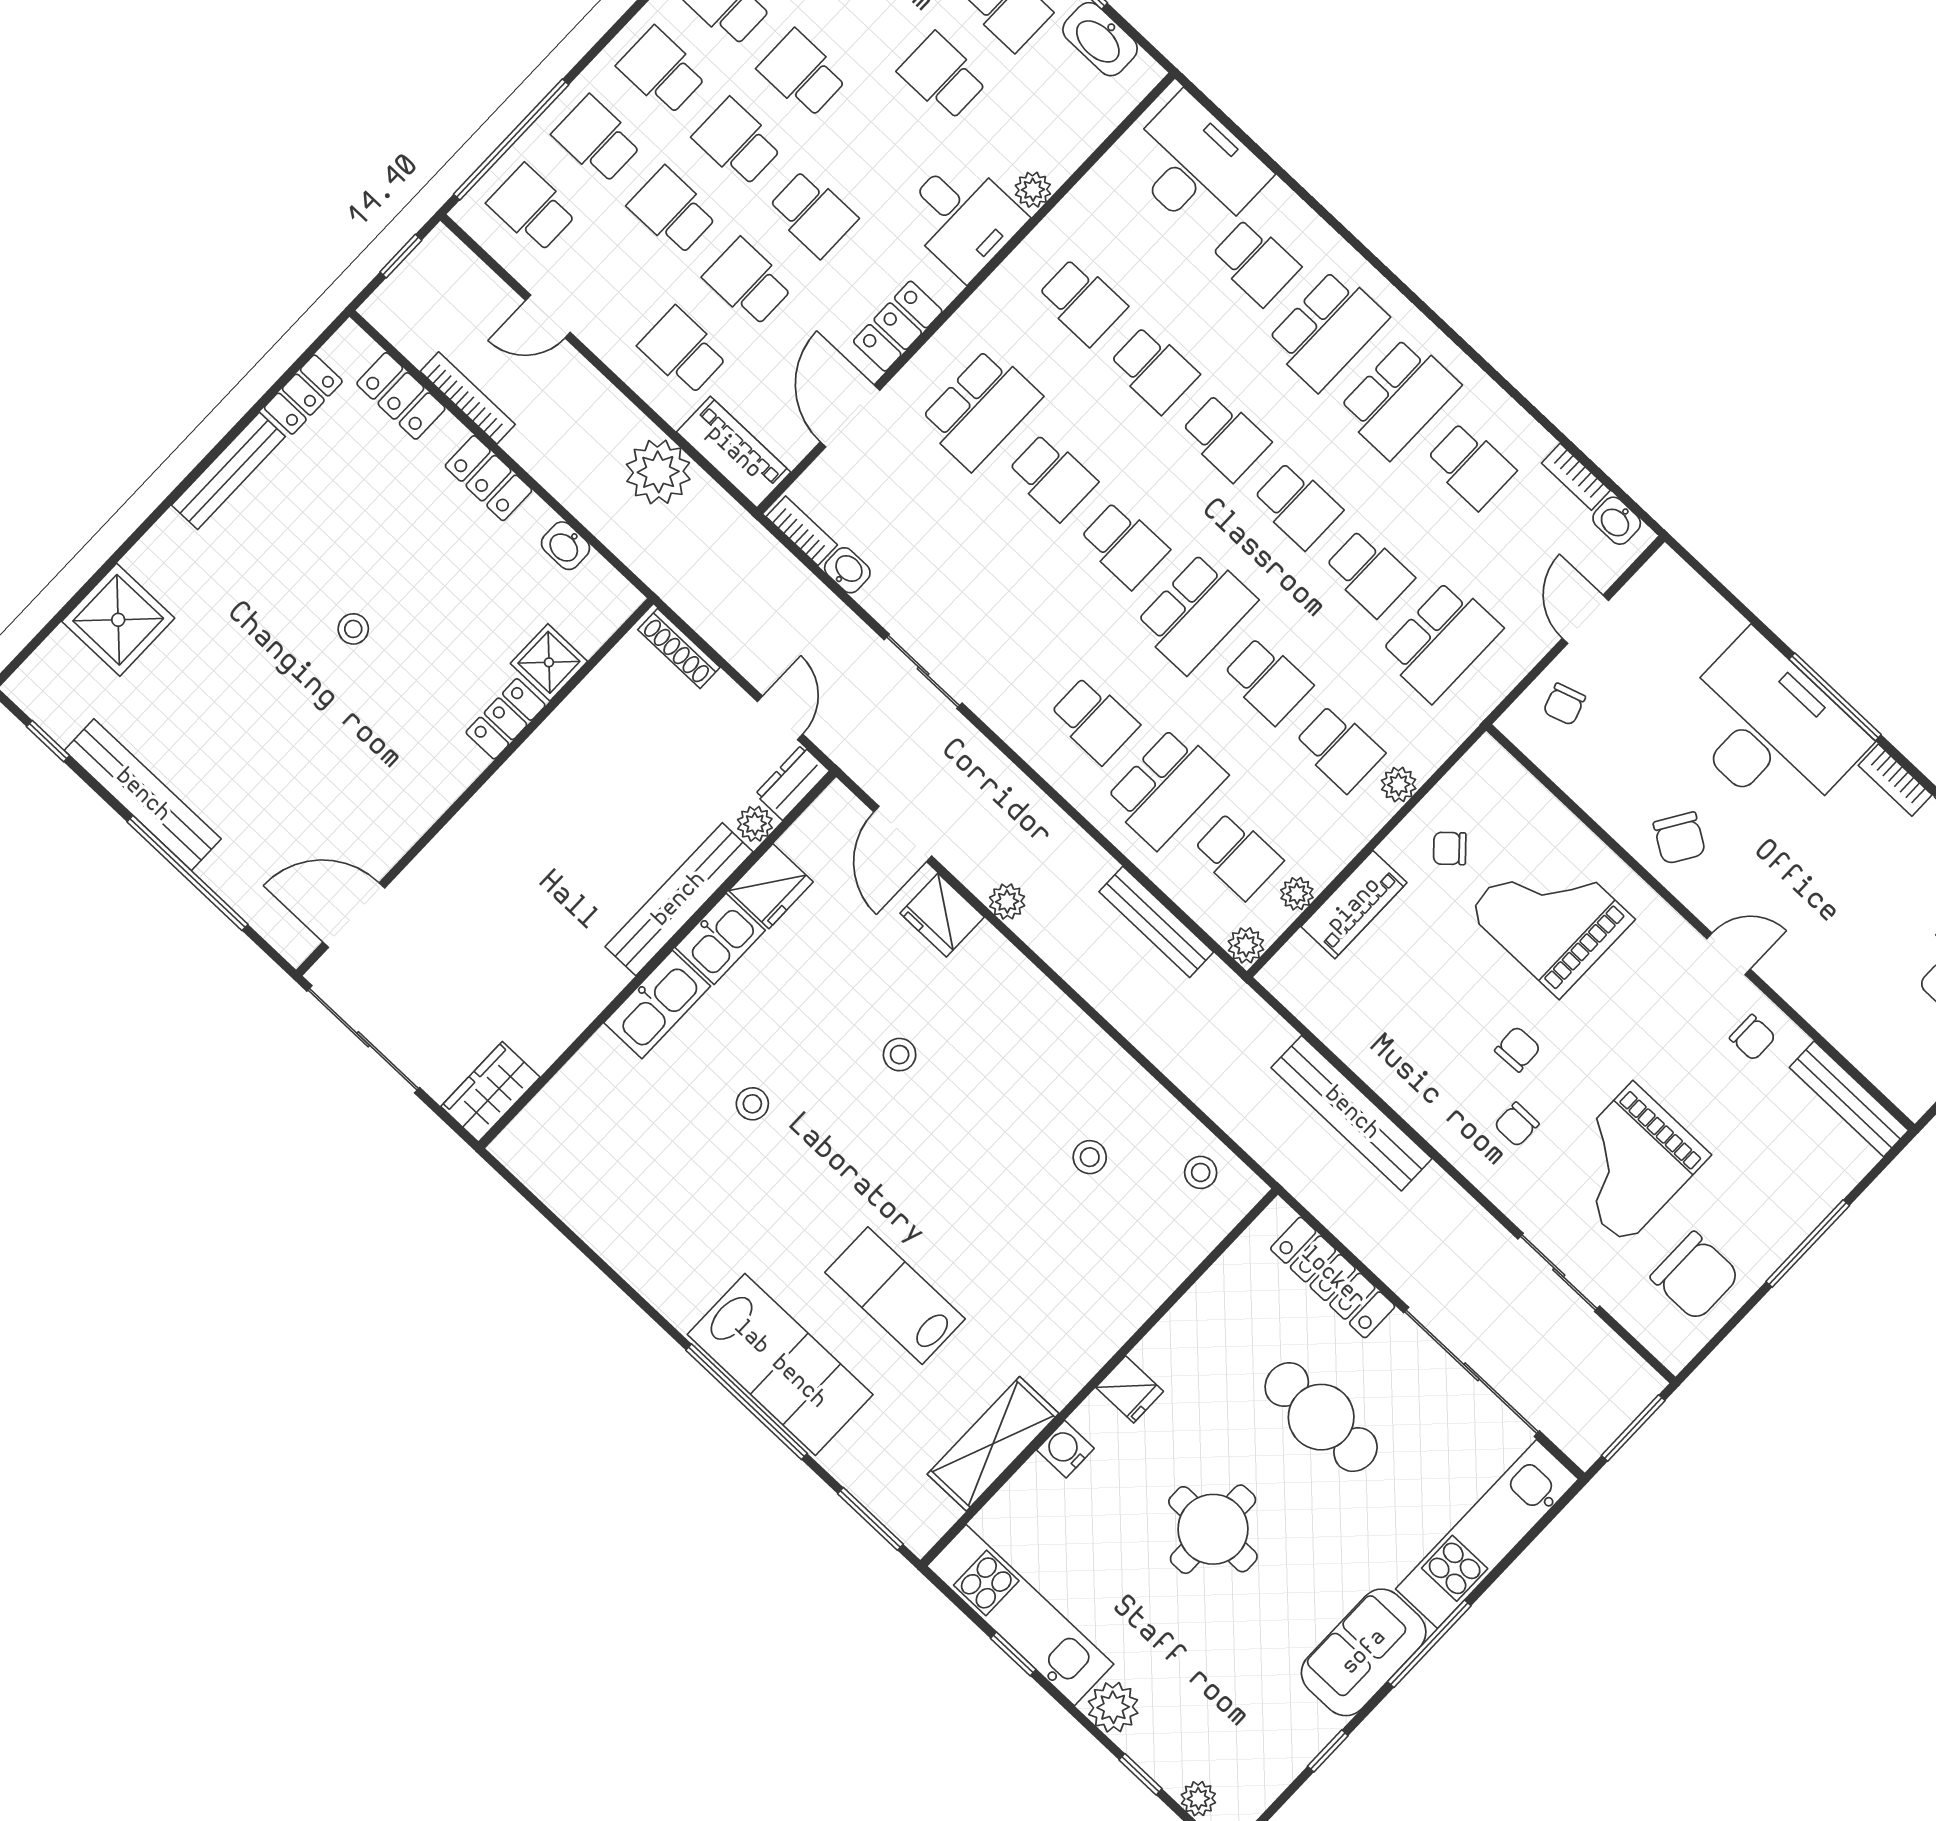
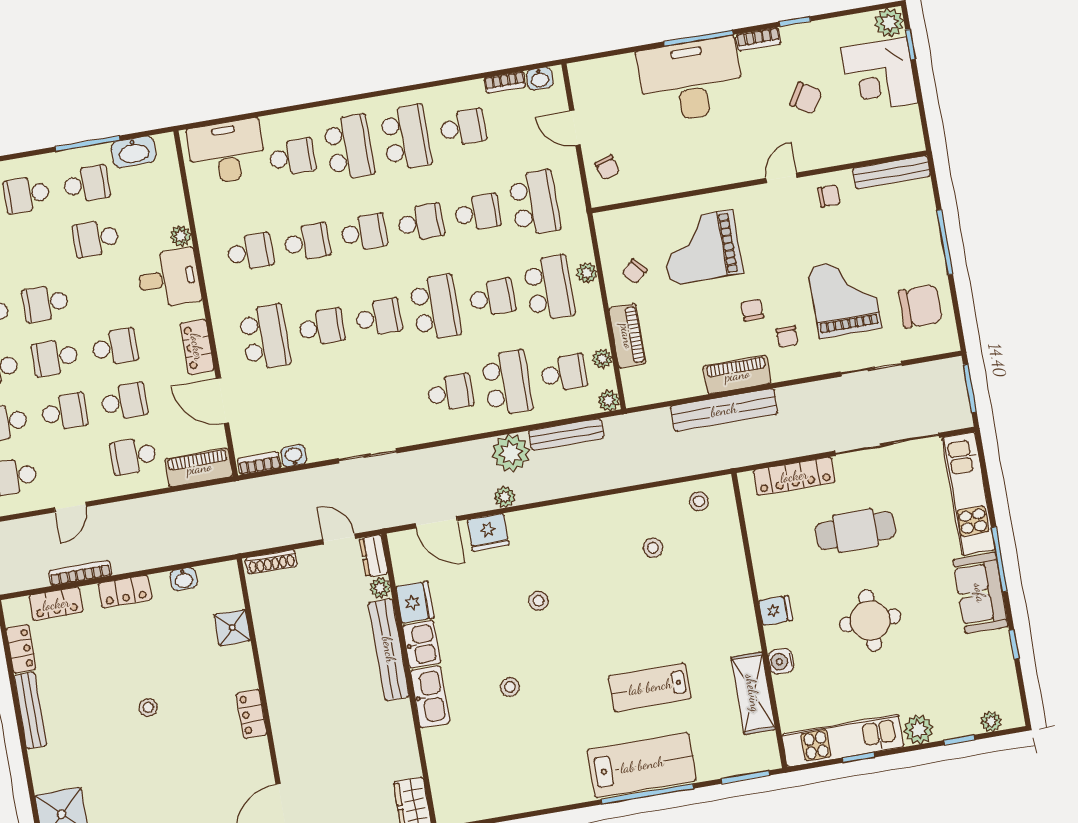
school desk: (672, 211) -> (64, 412), turned 180
school desk: (748, 282) -> (124, 402), turned 180
plant: (658, 472) -> (511, 453), moved
locker: (506, 719) -> (252, 714), moved
school desk: (1339, 748) -> (549, 288), width x1.85
chair: (1679, 838) -> (806, 98), moved
piano: (1413, 1095) -> (737, 375), added
grand piano: (1629, 1163) -> (845, 298), turned 180

